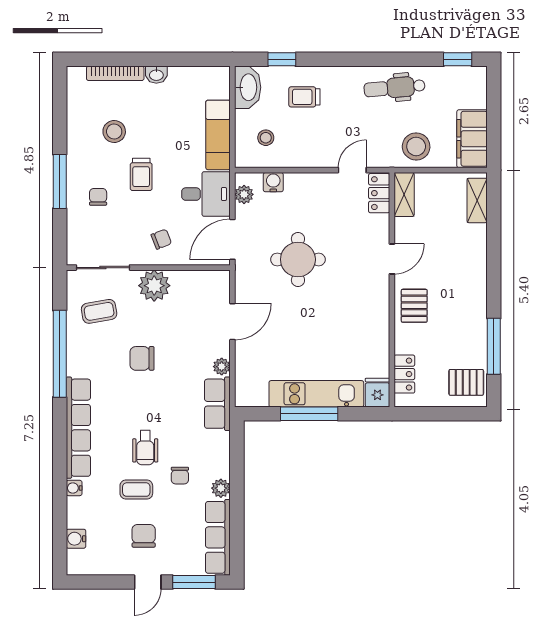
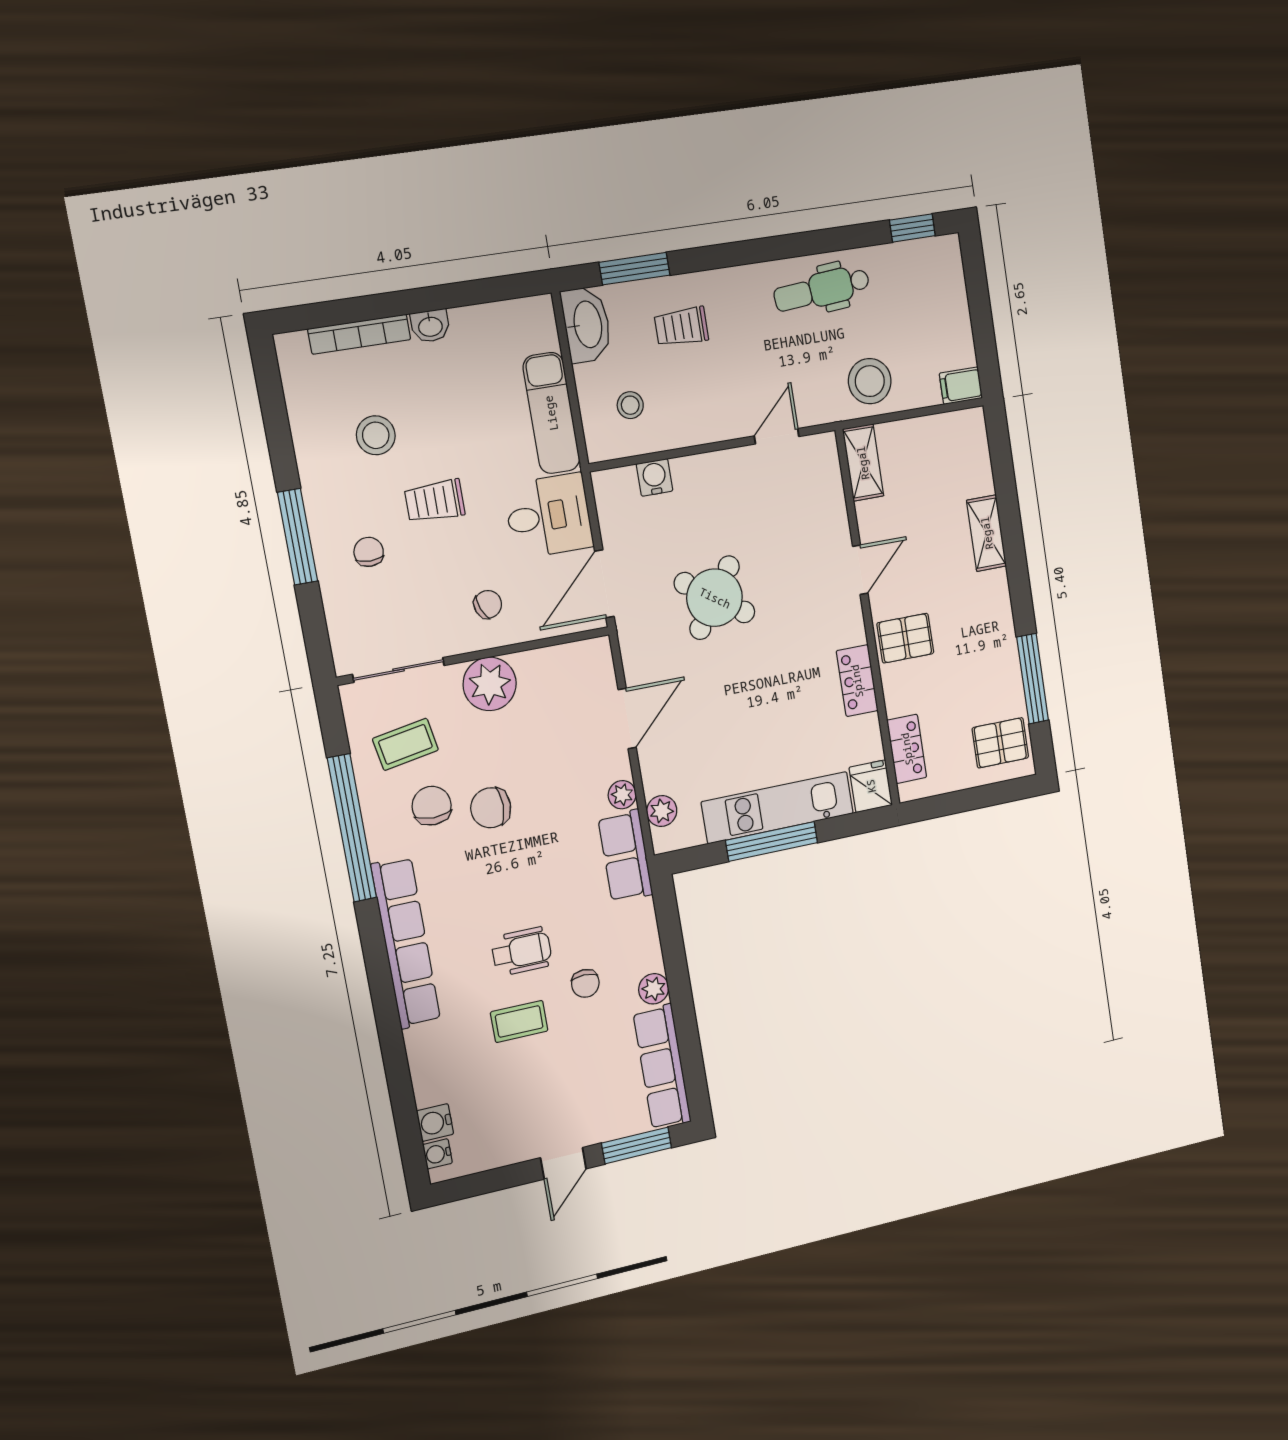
window: (282, 59) -> (635, 269), width x1.50
filing cabinet: (472, 139) -> (961, 386), width x0.33, depth x0.86
trolley: (141, 174) -> (435, 501), turned 90
locker: (379, 193) -> (857, 681), moved
plant: (244, 194) -> (662, 811), moved
shelving: (477, 200) -> (987, 533), moved
round table: (298, 259) -> (715, 598), turned 35
pallet: (414, 306) -> (905, 638), turned 90
wheelchair: (145, 448) -> (522, 951), turned -90
water cooler: (74, 488) -> (438, 1154), moved
chair: (144, 536) -> (432, 806), moved

